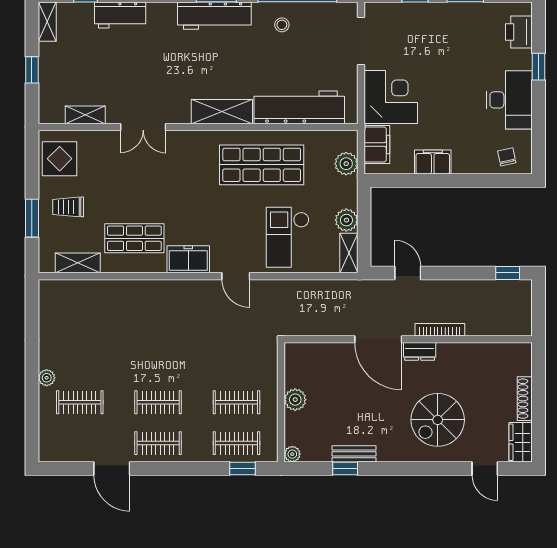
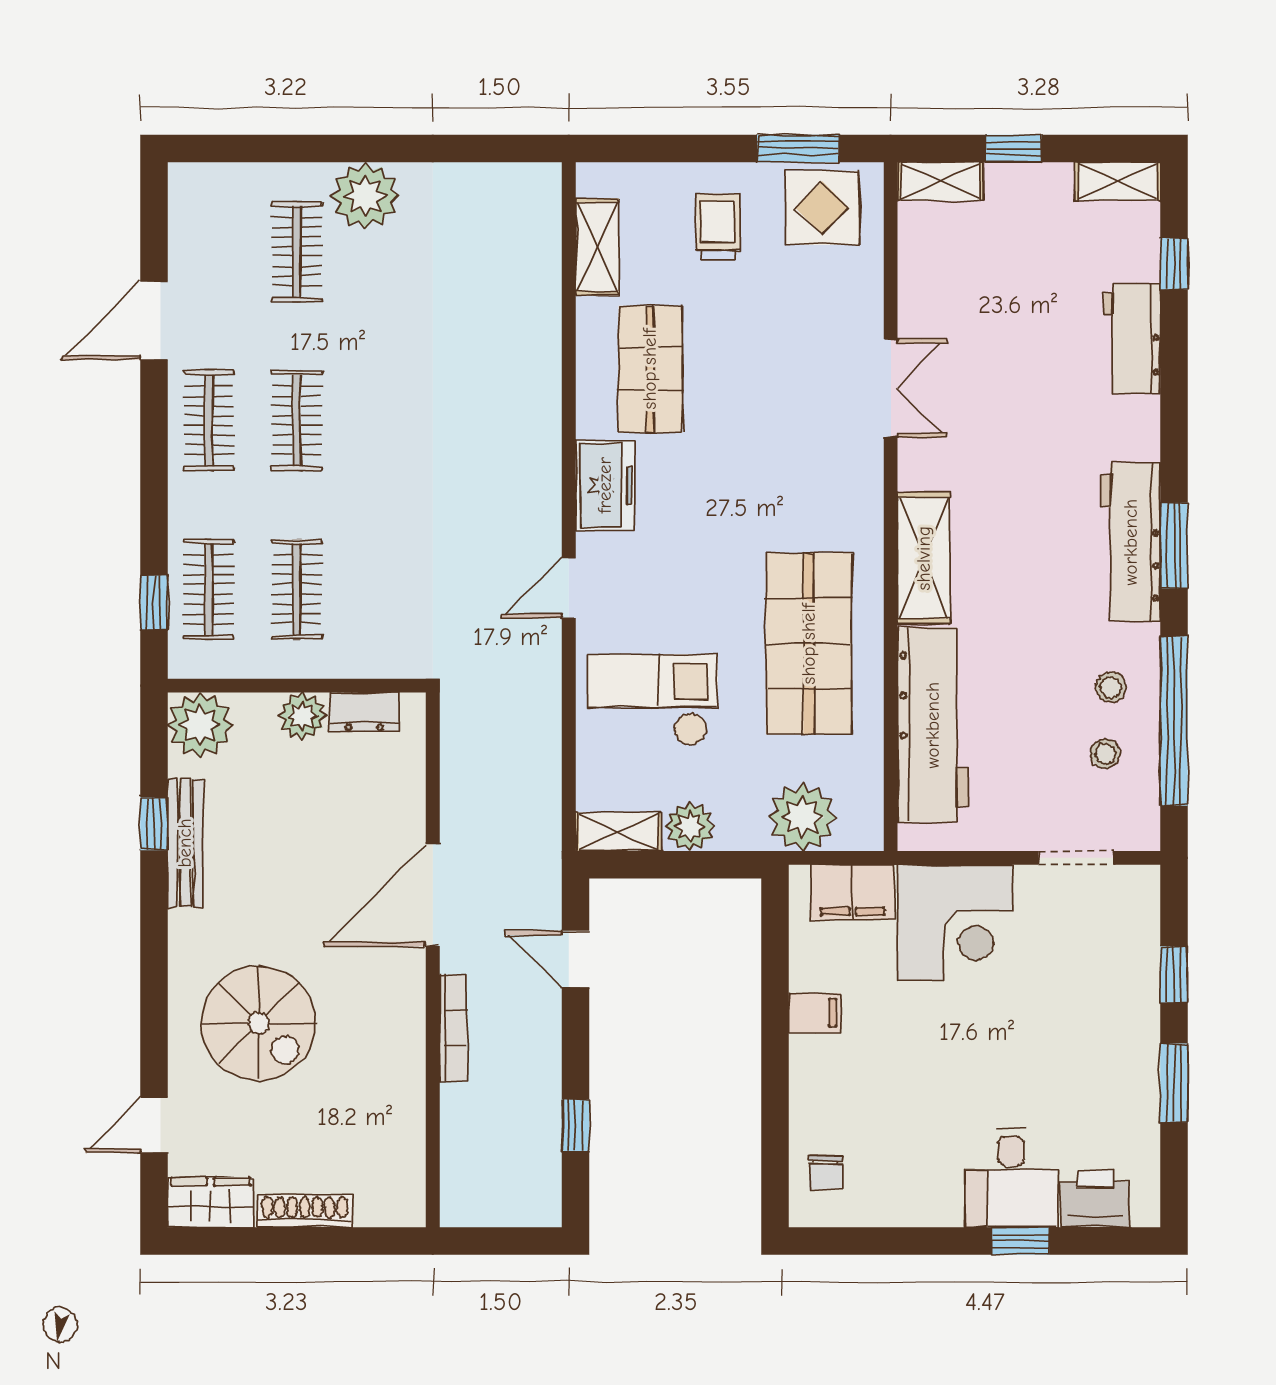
stool: (313, 27) -> (1105, 754), added
doorway: (361, 41) -> (1076, 858), width x0.73
desk: (509, 100) -> (1011, 1178), moved, width x0.73
shelving: (85, 115) -> (940, 181), moved, turned 90
double door: (143, 127) -> (891, 388), swing flipped
chair: (507, 157) -> (826, 1172), turned 102
filing cabinet: (433, 162) -> (815, 1013), width x0.50
plant: (346, 164) -> (802, 817), width x1.36, depth x1.36
window: (32, 218) -> (798, 148), moved
door: (408, 273) -> (576, 959), swing flipped
window: (508, 273) -> (576, 1125), moved
dresser: (420, 351) -> (364, 712), moved, turned -90
plant: (47, 378) -> (365, 196), width x1.88, depth x1.88
spiral stairs: (438, 420) -> (259, 1023), turned 180
plant: (292, 454) -> (200, 725), width x1.88, depth x1.88
bench: (354, 454) -> (185, 843), width x1.36

